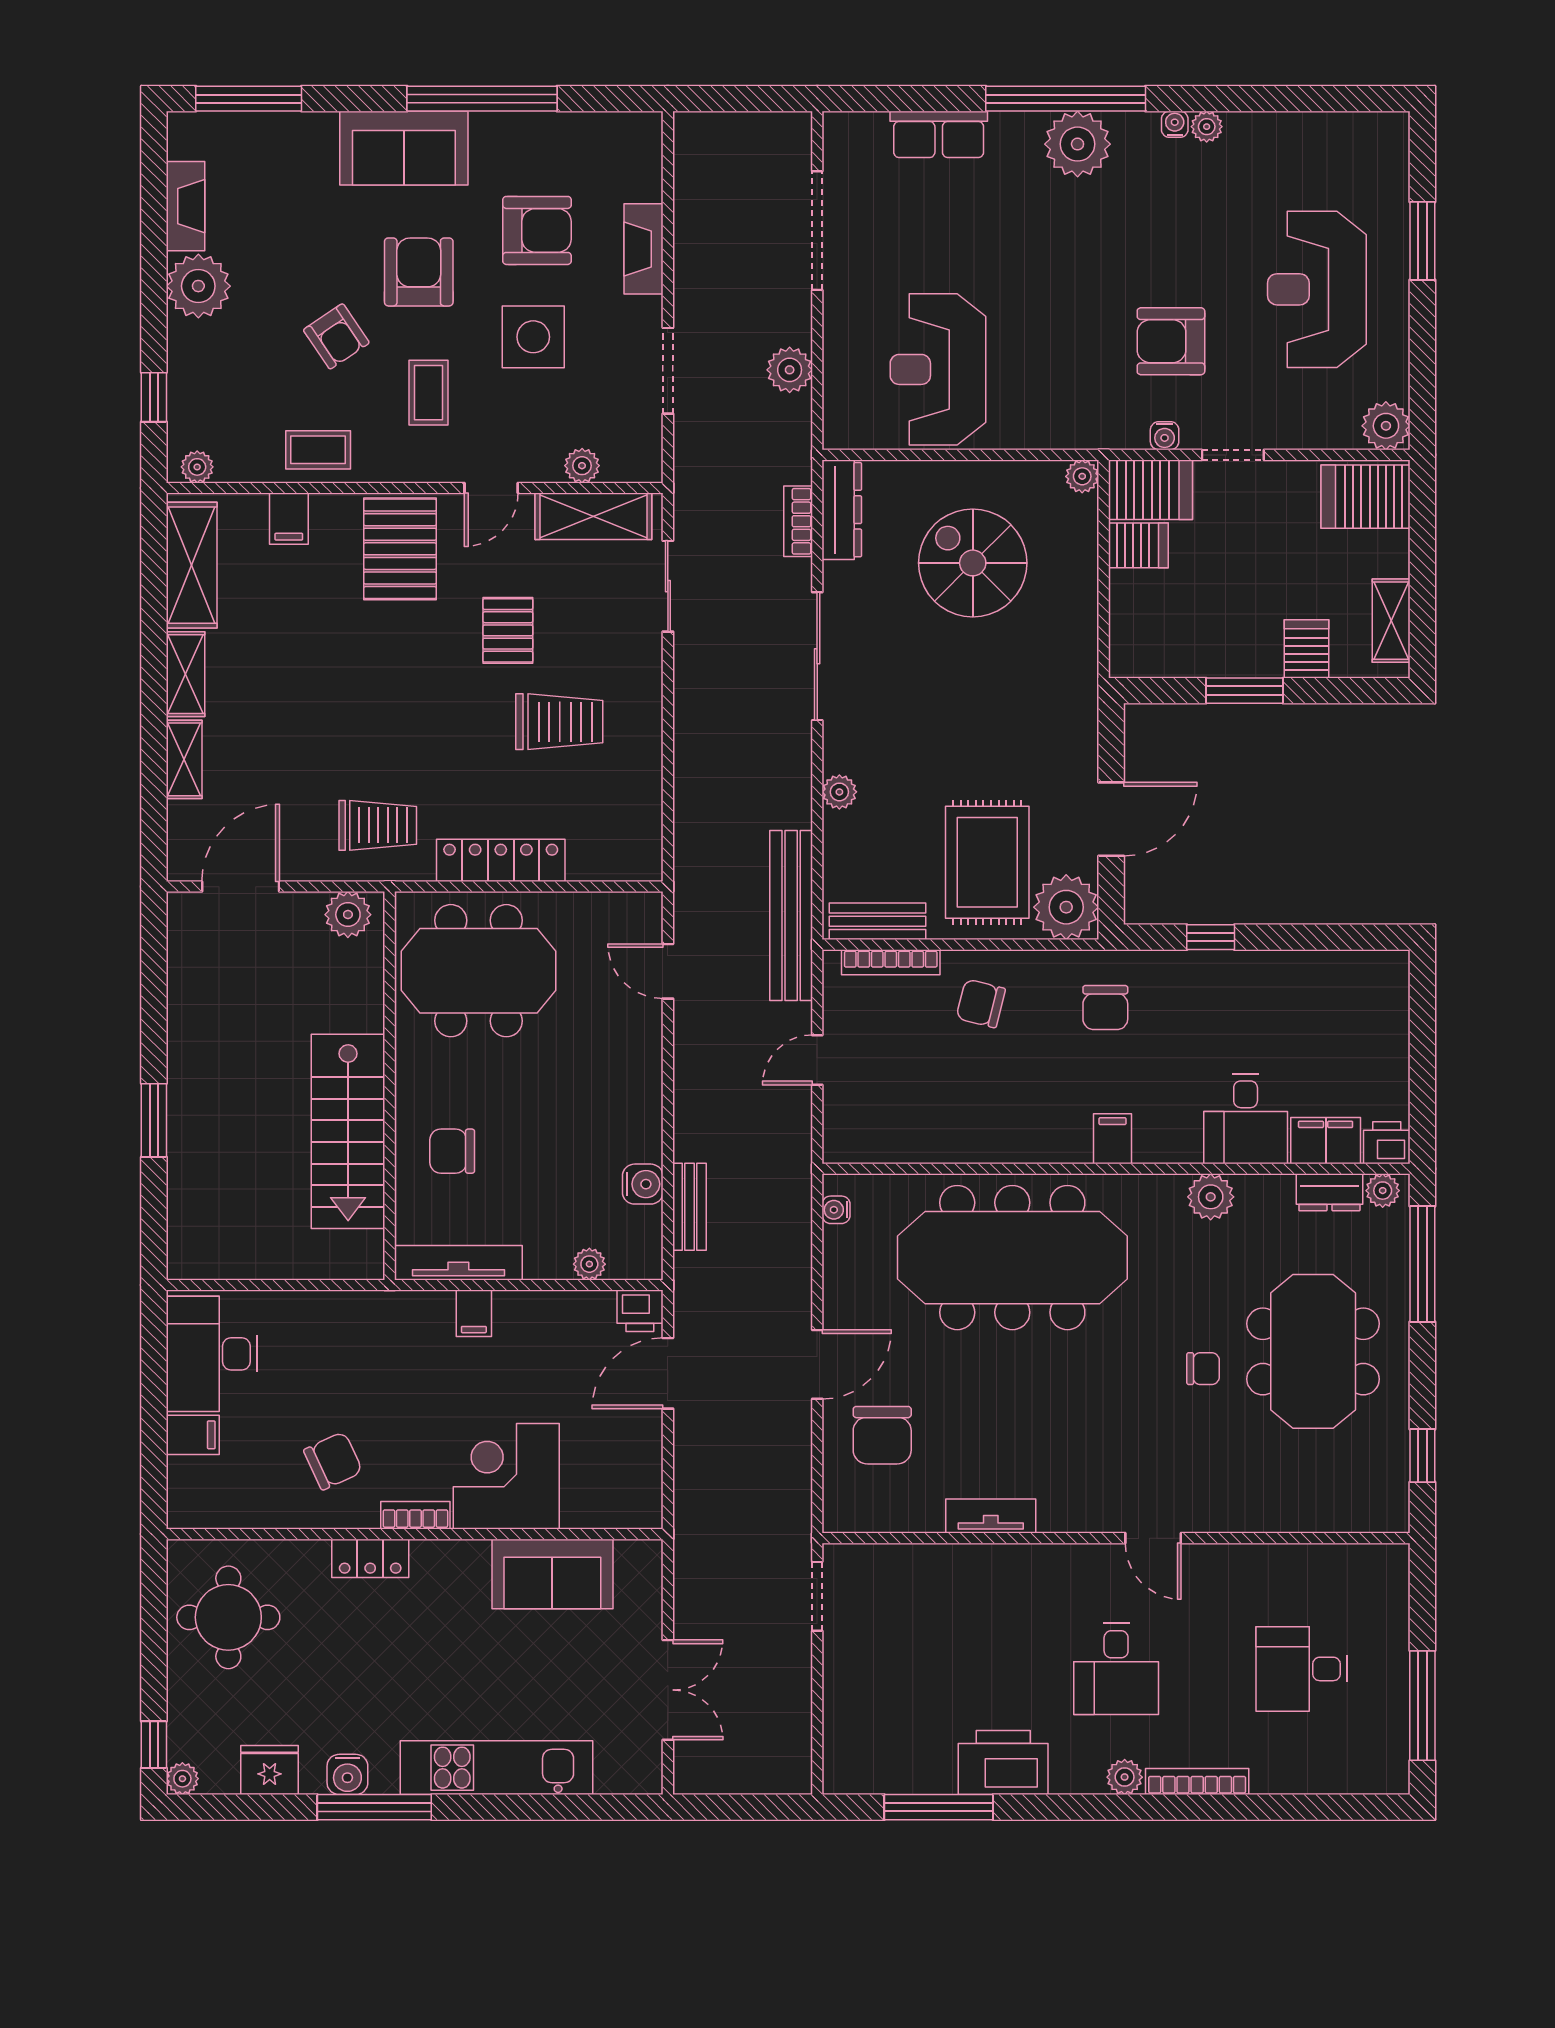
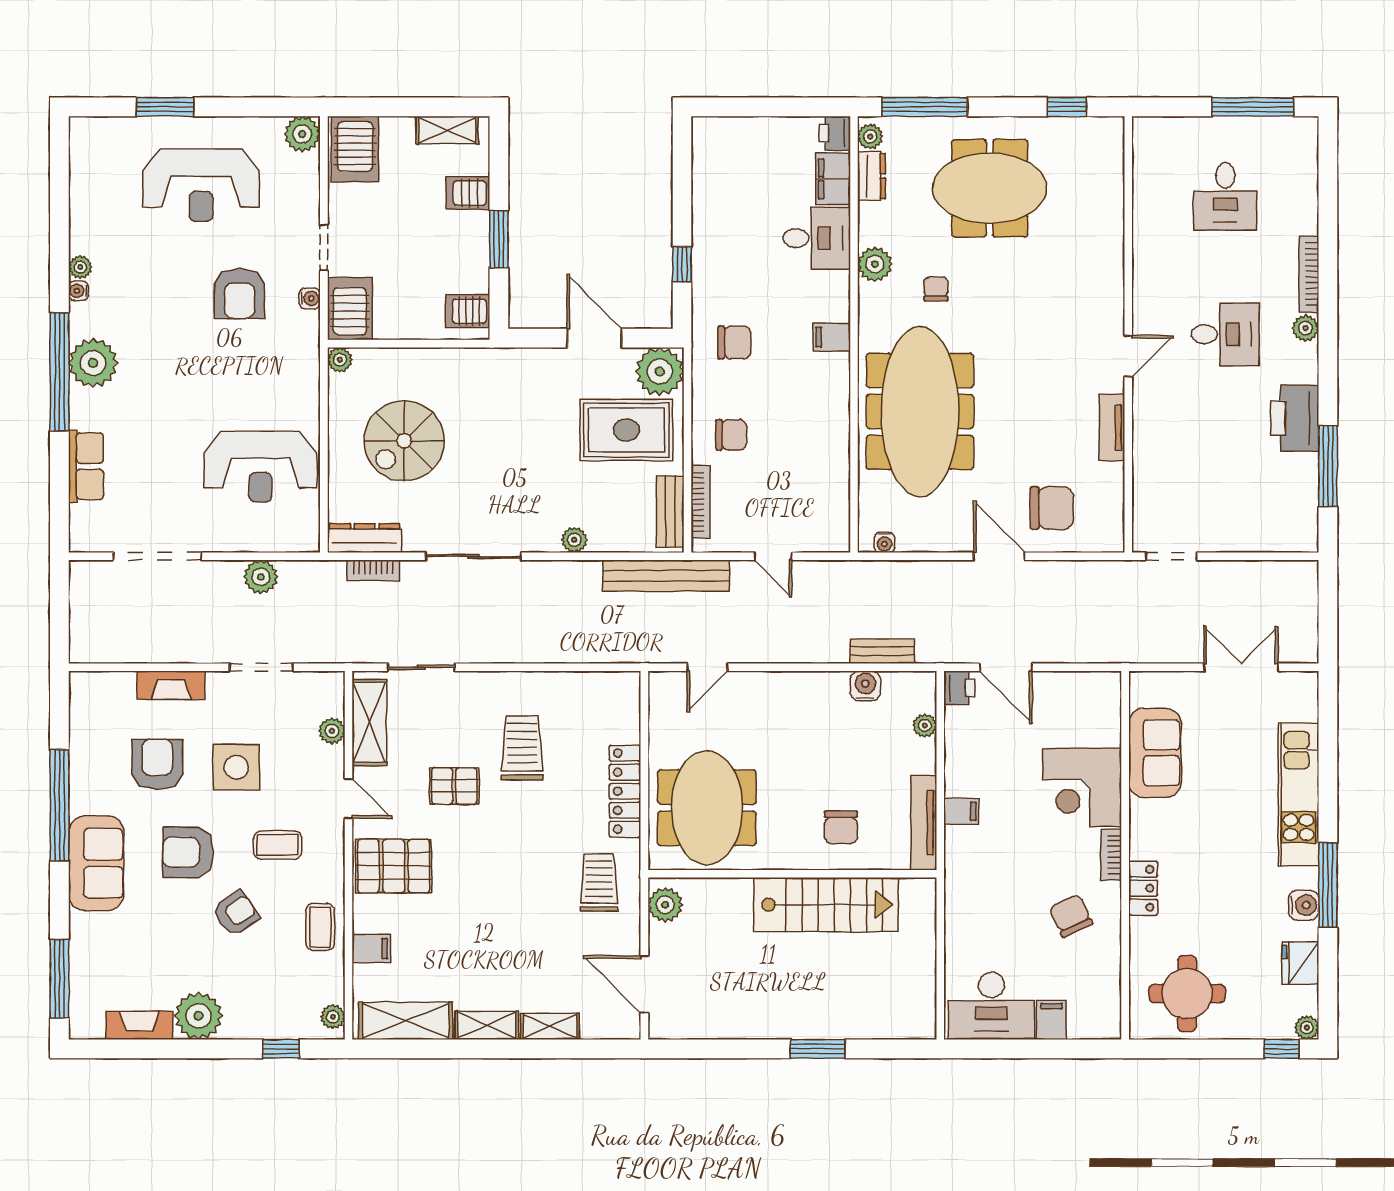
server rack: (1138, 545) -> (468, 311), moved, turned -90
chair: (981, 1003) -> (731, 435), turned -104
chair: (1203, 1369) -> (936, 289), moved
door: (1153, 1538) -> (1128, 356), moved

